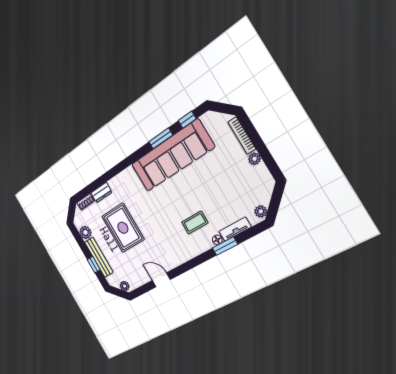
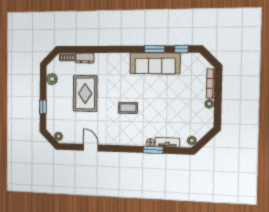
sofa: (172, 156) -> (155, 63), width x0.74, depth x0.79
coffee table: (195, 223) -> (128, 108), moved
bench: (99, 257) -> (51, 104), removed

